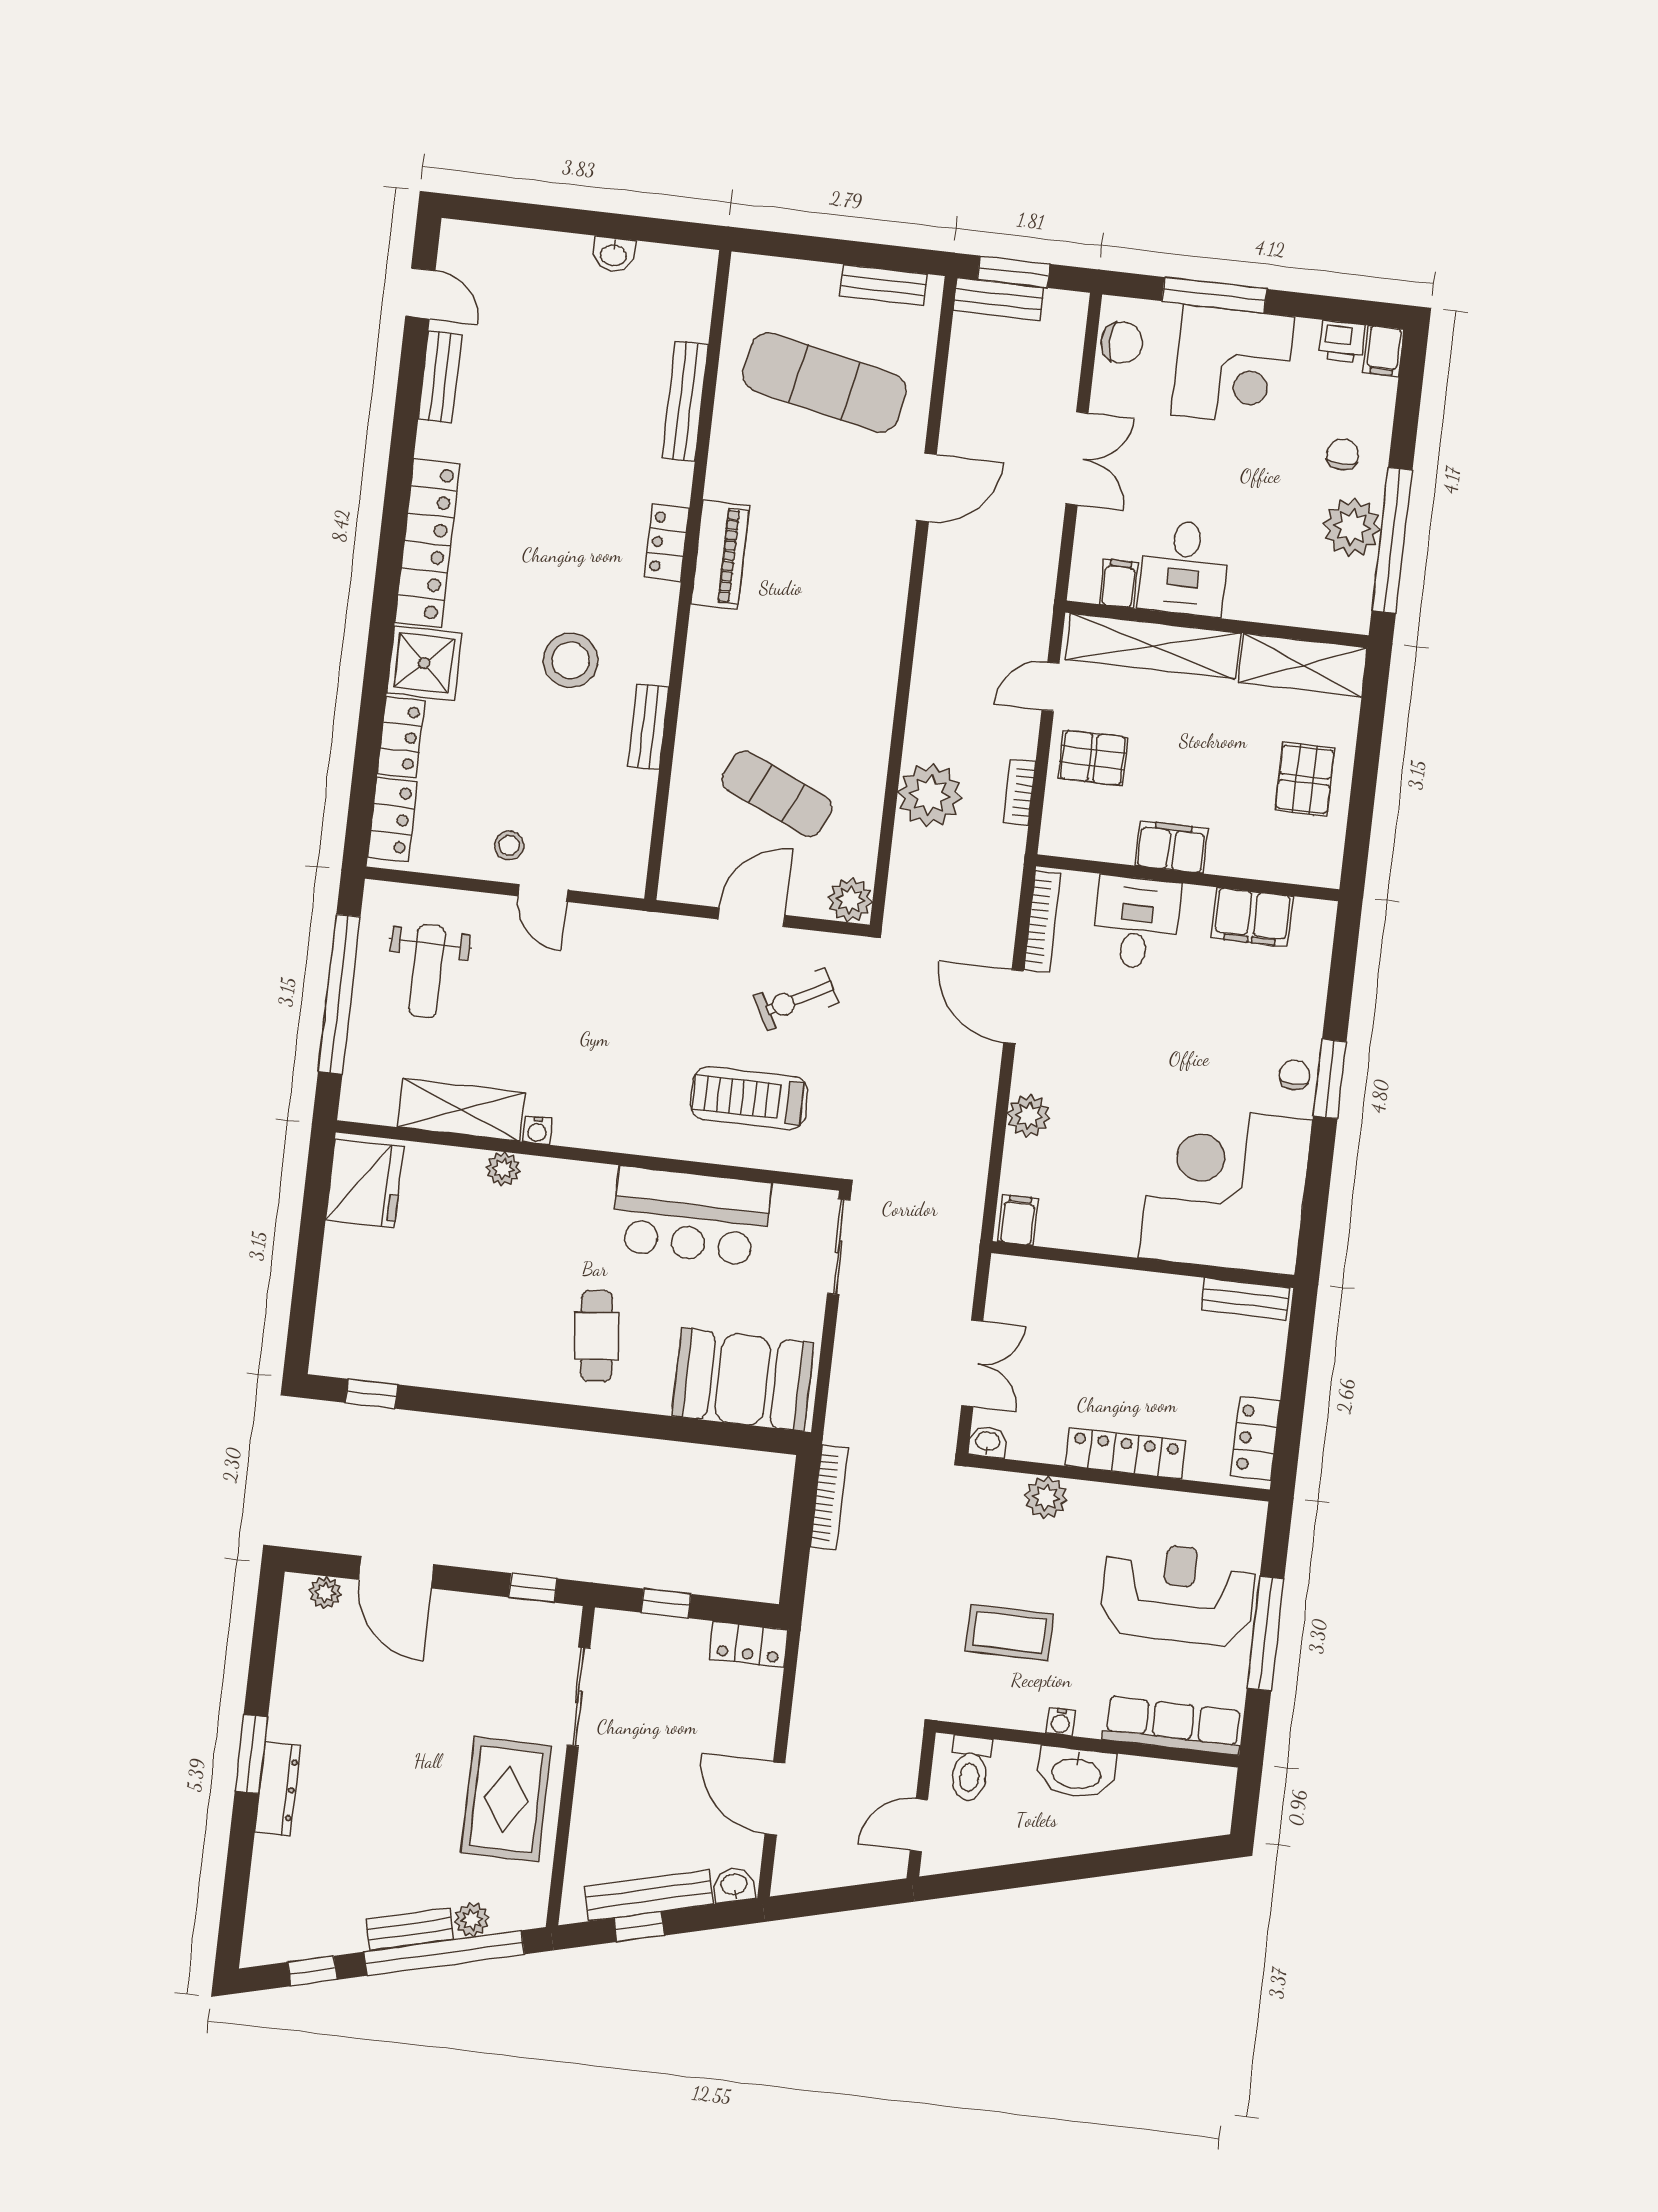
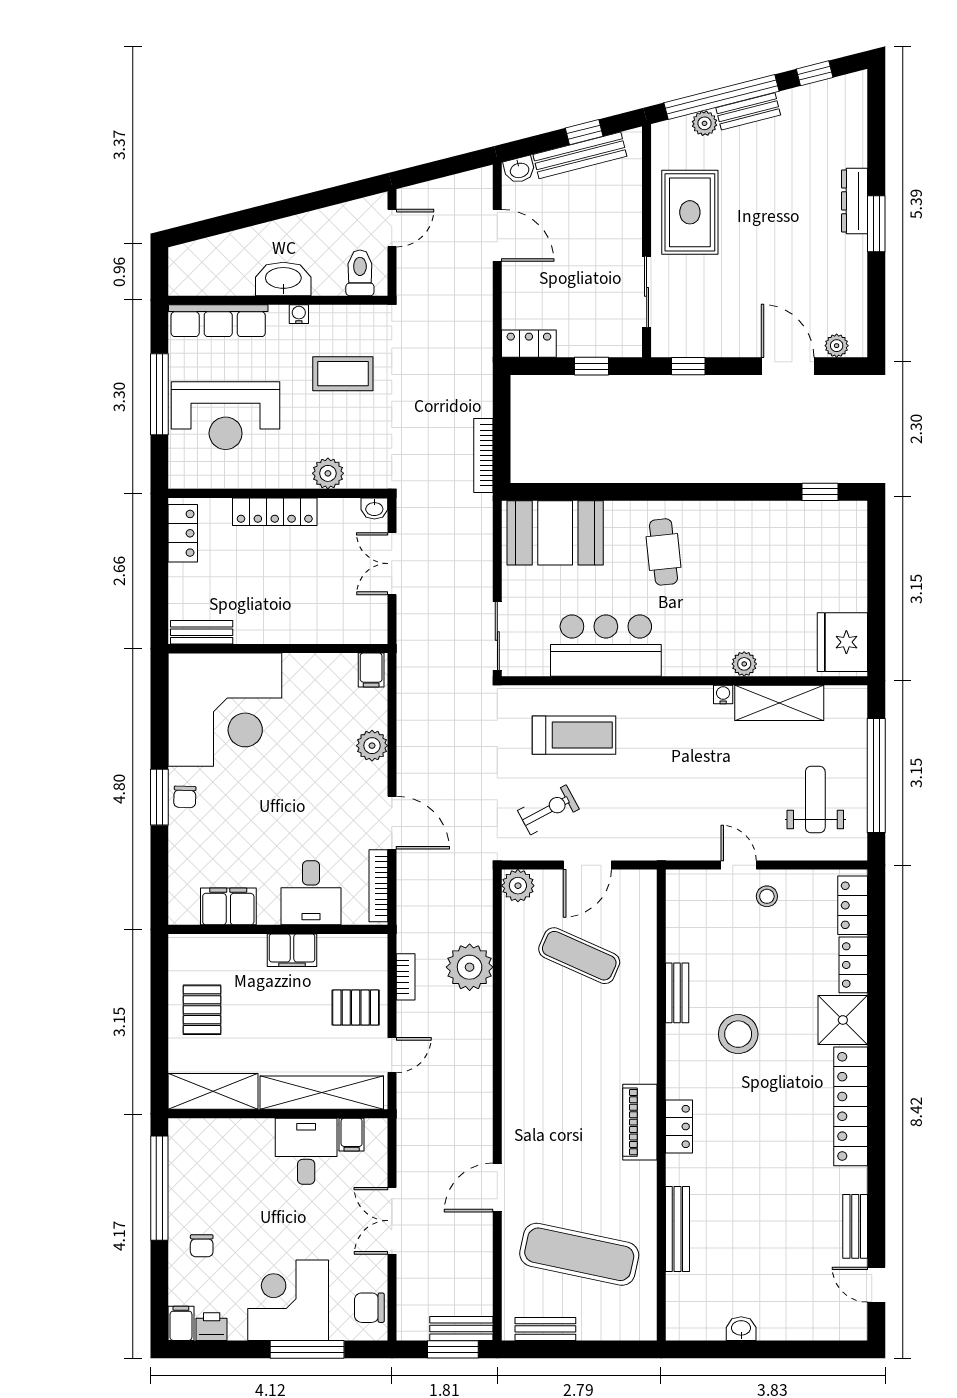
plant: (1352, 527) -> (189, 1194), removed

